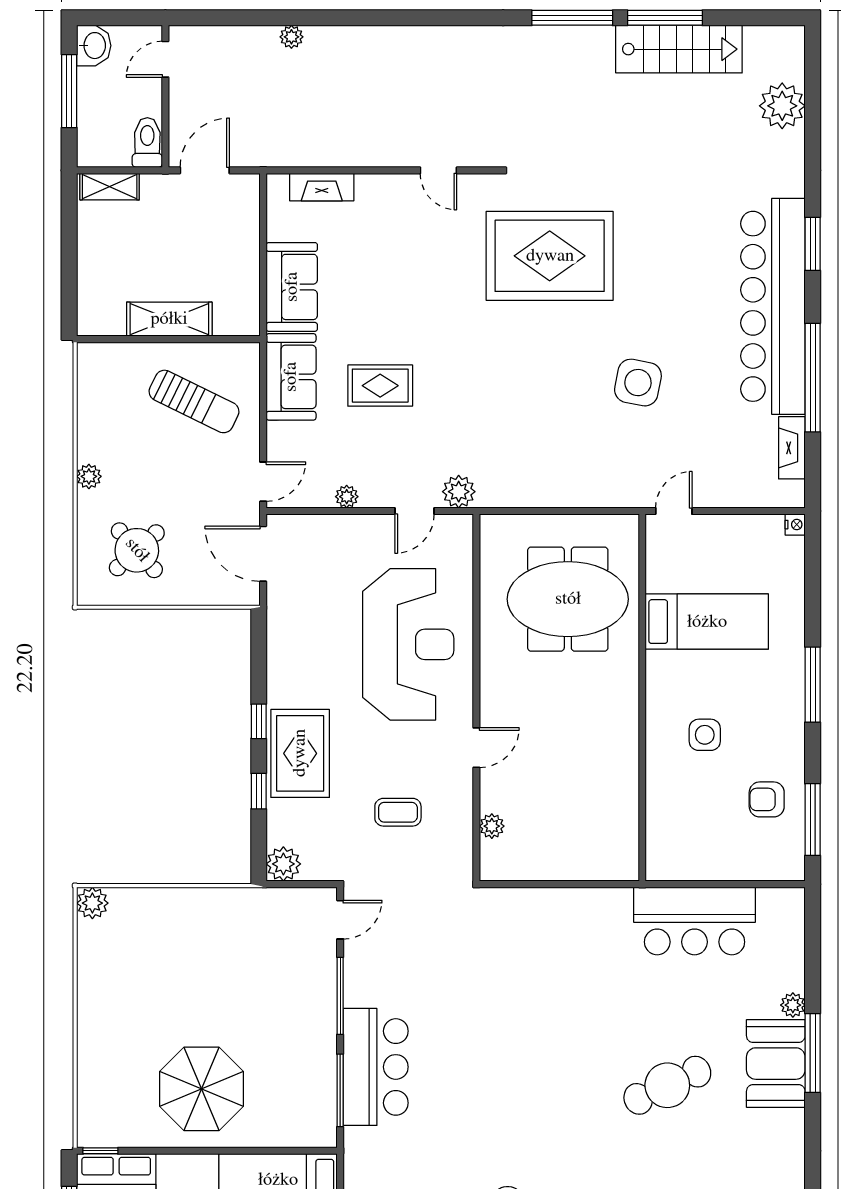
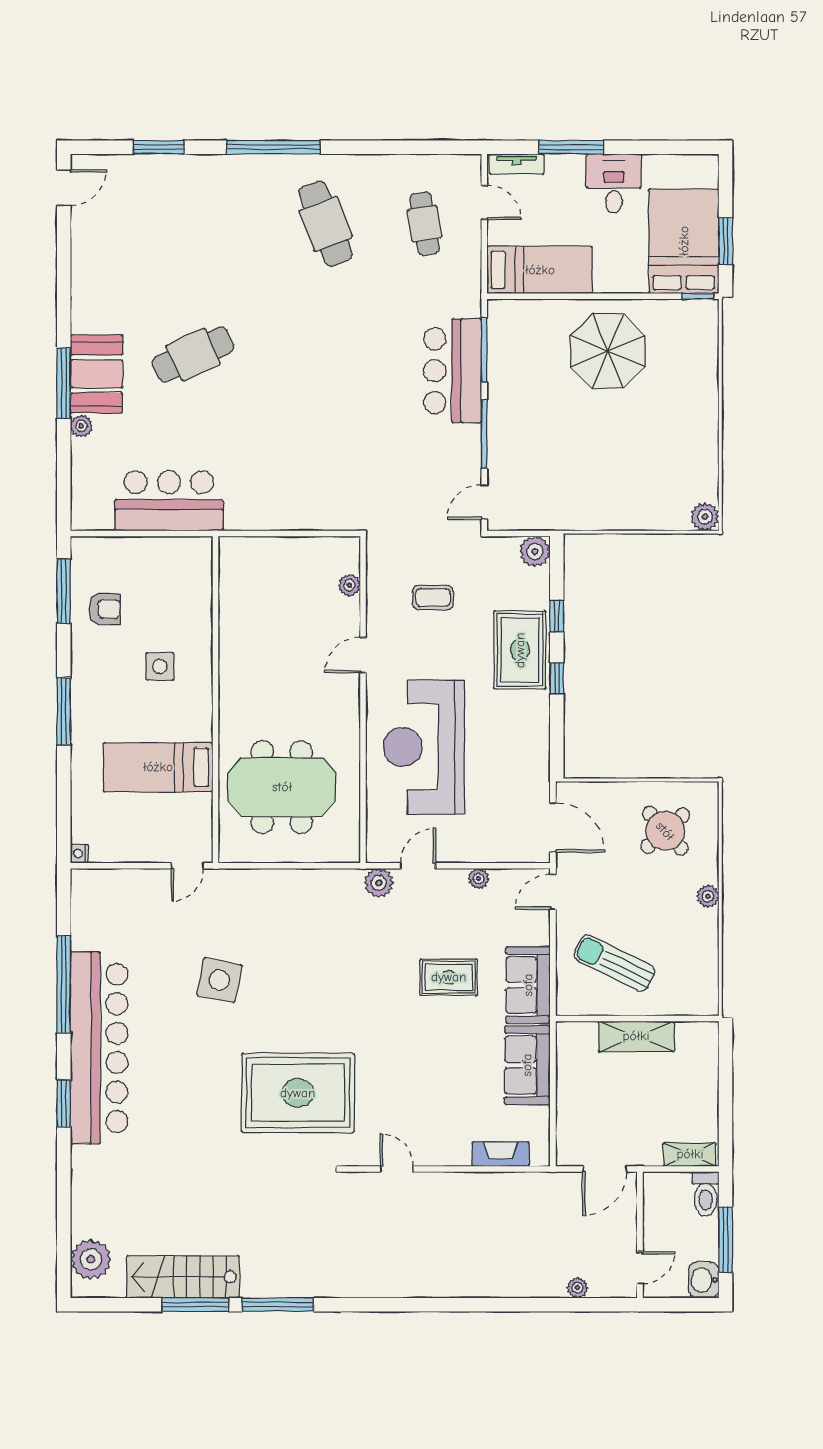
plant: (291, 37) -> (577, 1288), moved
plant: (782, 106) -> (91, 1259), moved
toilet: (147, 142) -> (706, 1194), moved
fireplace: (792, 448) -> (82, 922), removed

